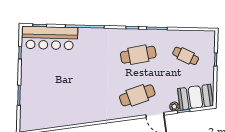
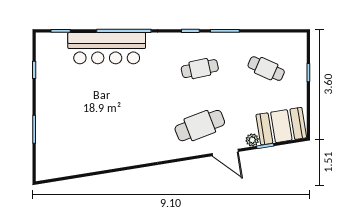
bar counter: (50, 38) -> (107, 48), moved
cafe table: (138, 55) -> (200, 69), width x0.73, depth x0.74

